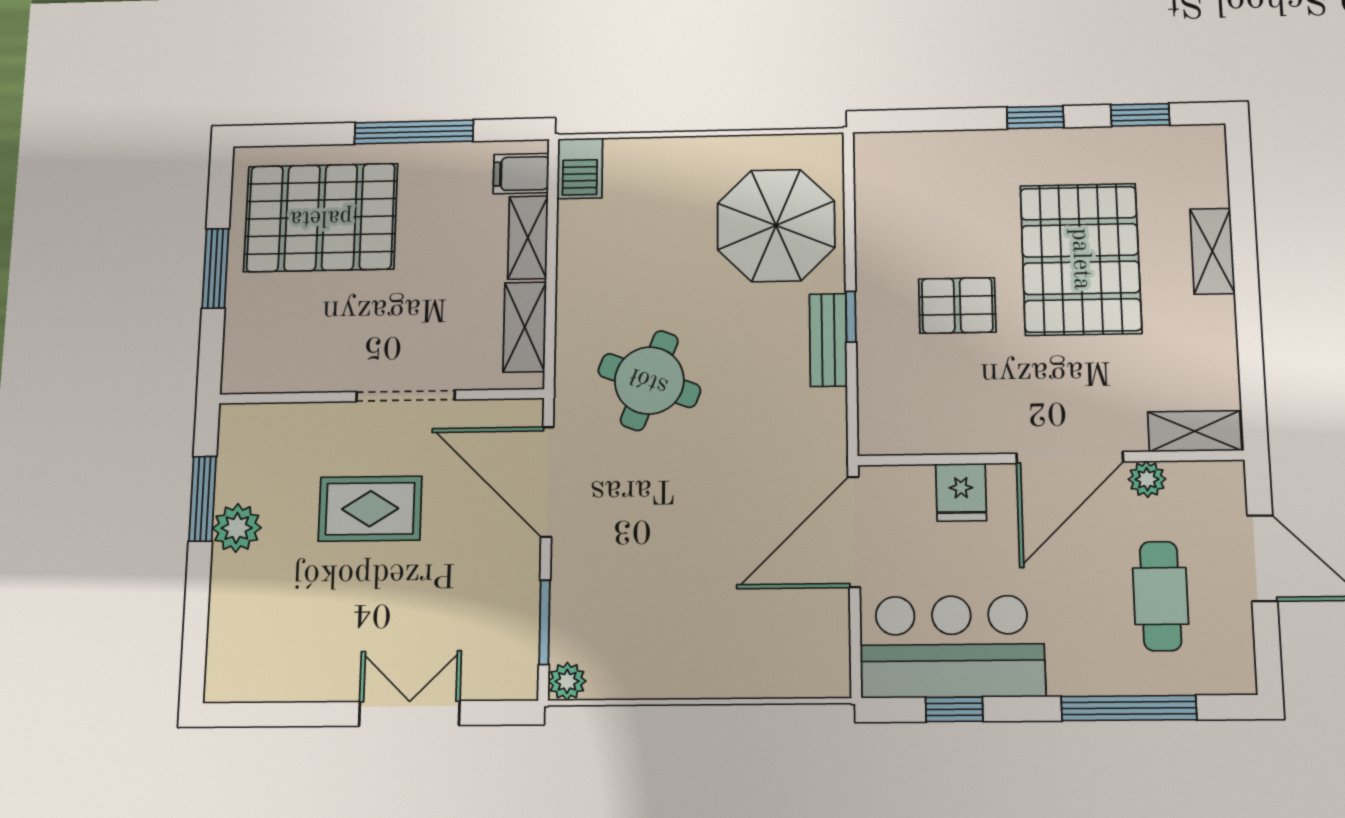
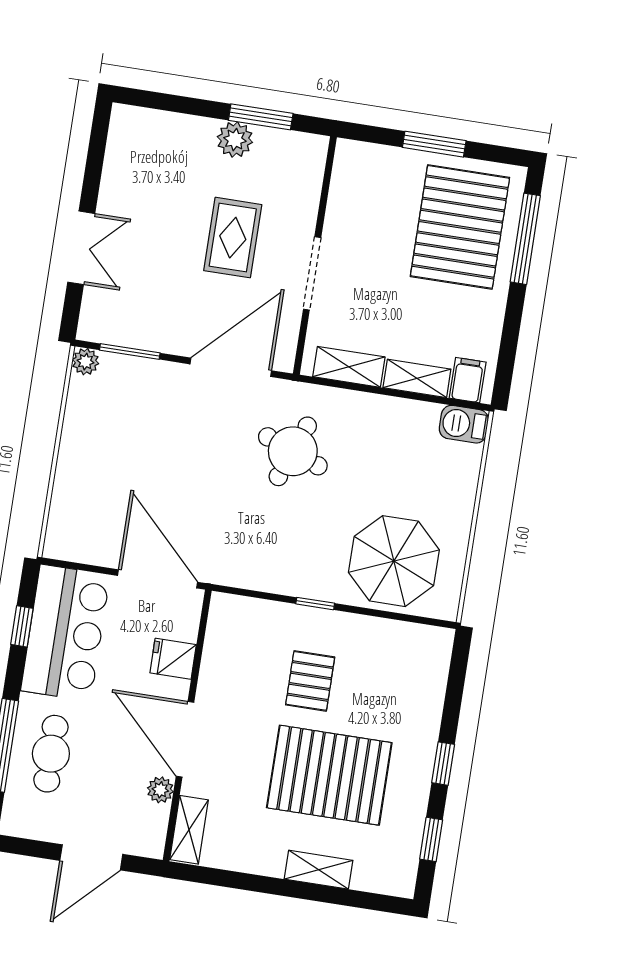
window: (414, 132) -> (525, 239), moved
bench: (828, 340) -> (301, 584), removed
cafe table: (1161, 596) -> (51, 754), moved, turned 90

